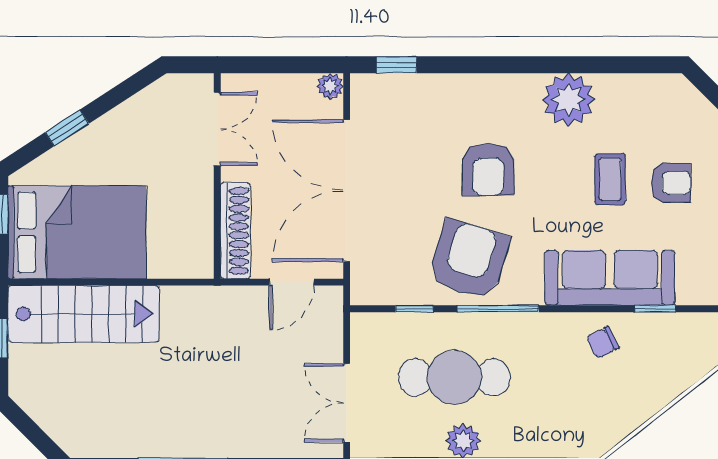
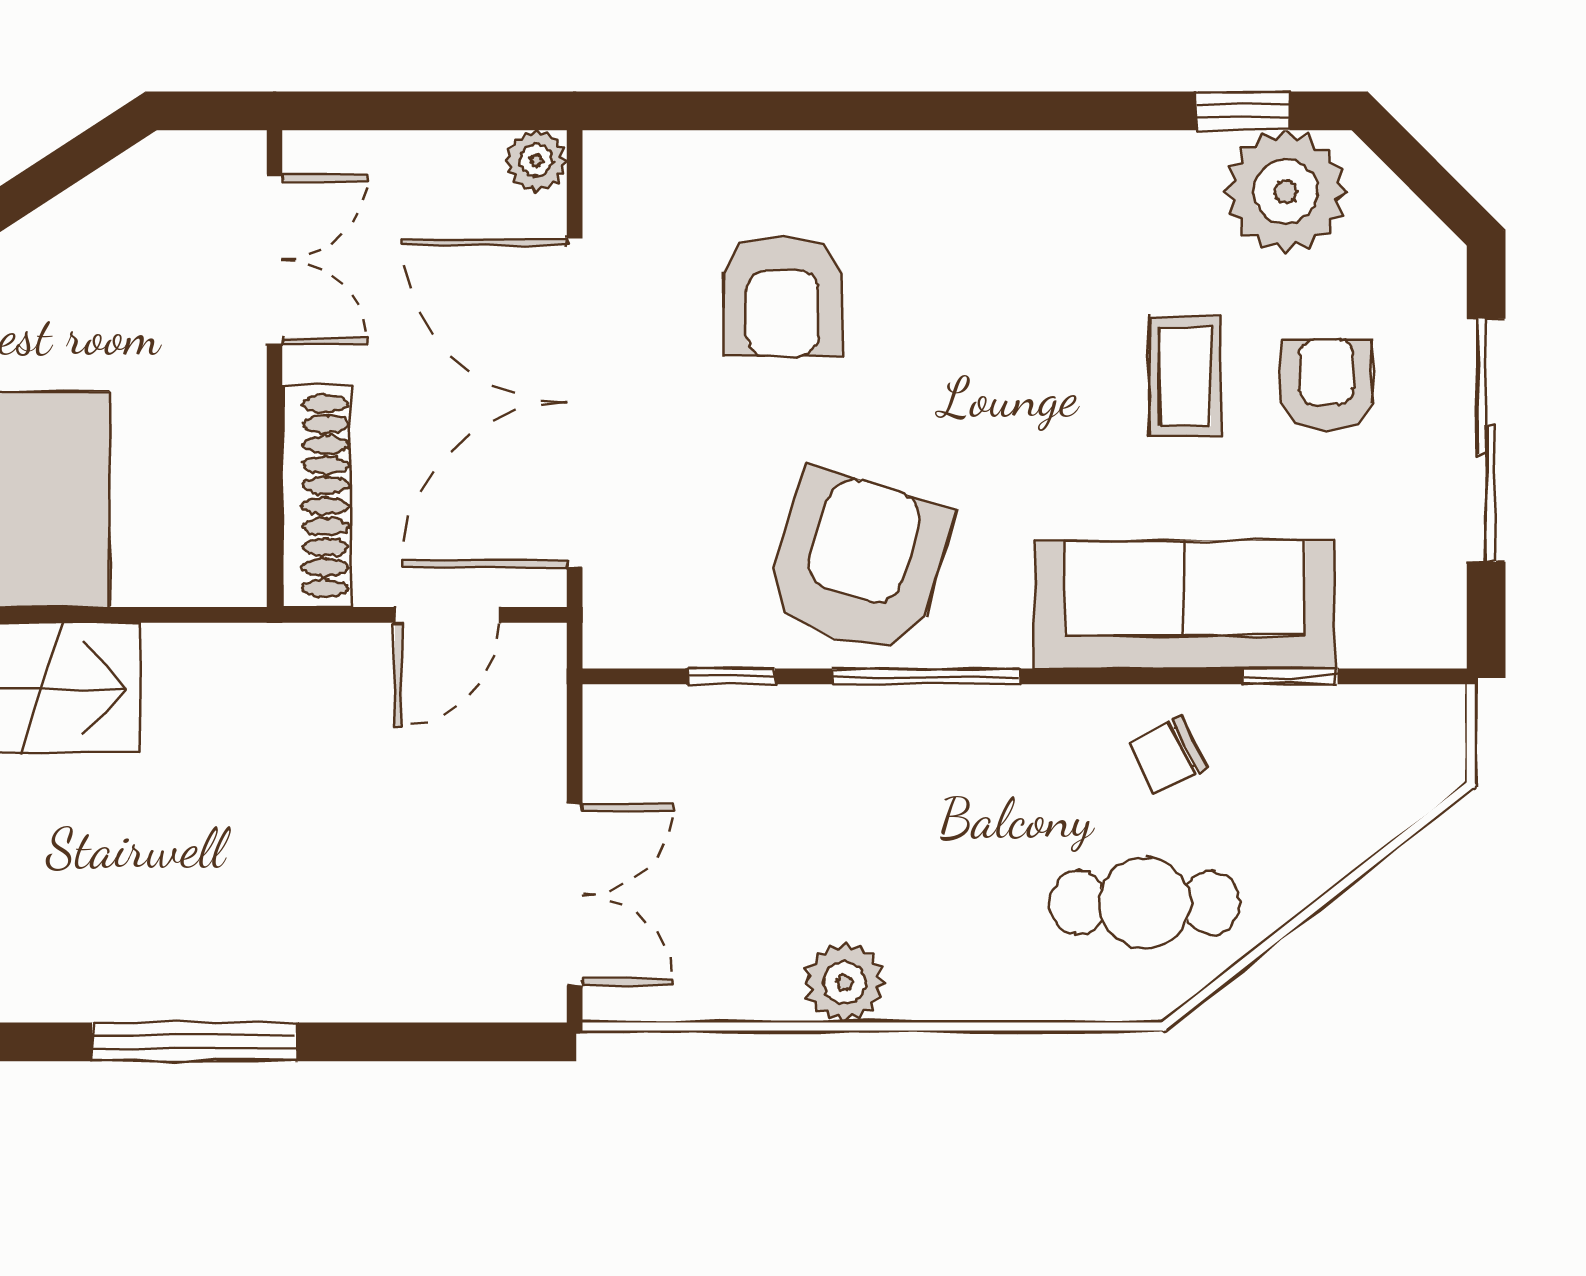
window: (396, 65) -> (1243, 111), moved
plant: (569, 100) -> (1286, 192), moved
armchair: (488, 169) -> (783, 296), moved
armchair: (671, 183) -> (1326, 385), turned -90
cafe table: (454, 377) -> (1145, 903), moved, width x0.73, depth x0.74
double door: (347, 403) -> (575, 895), swing flipped

